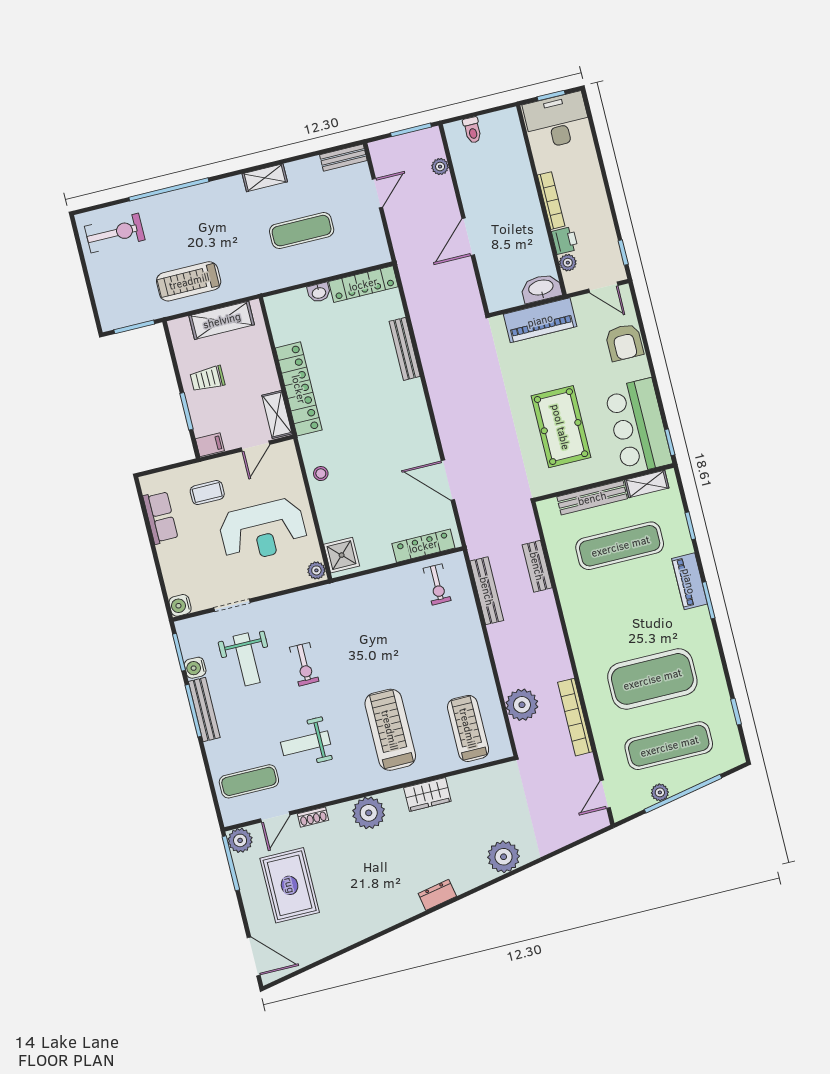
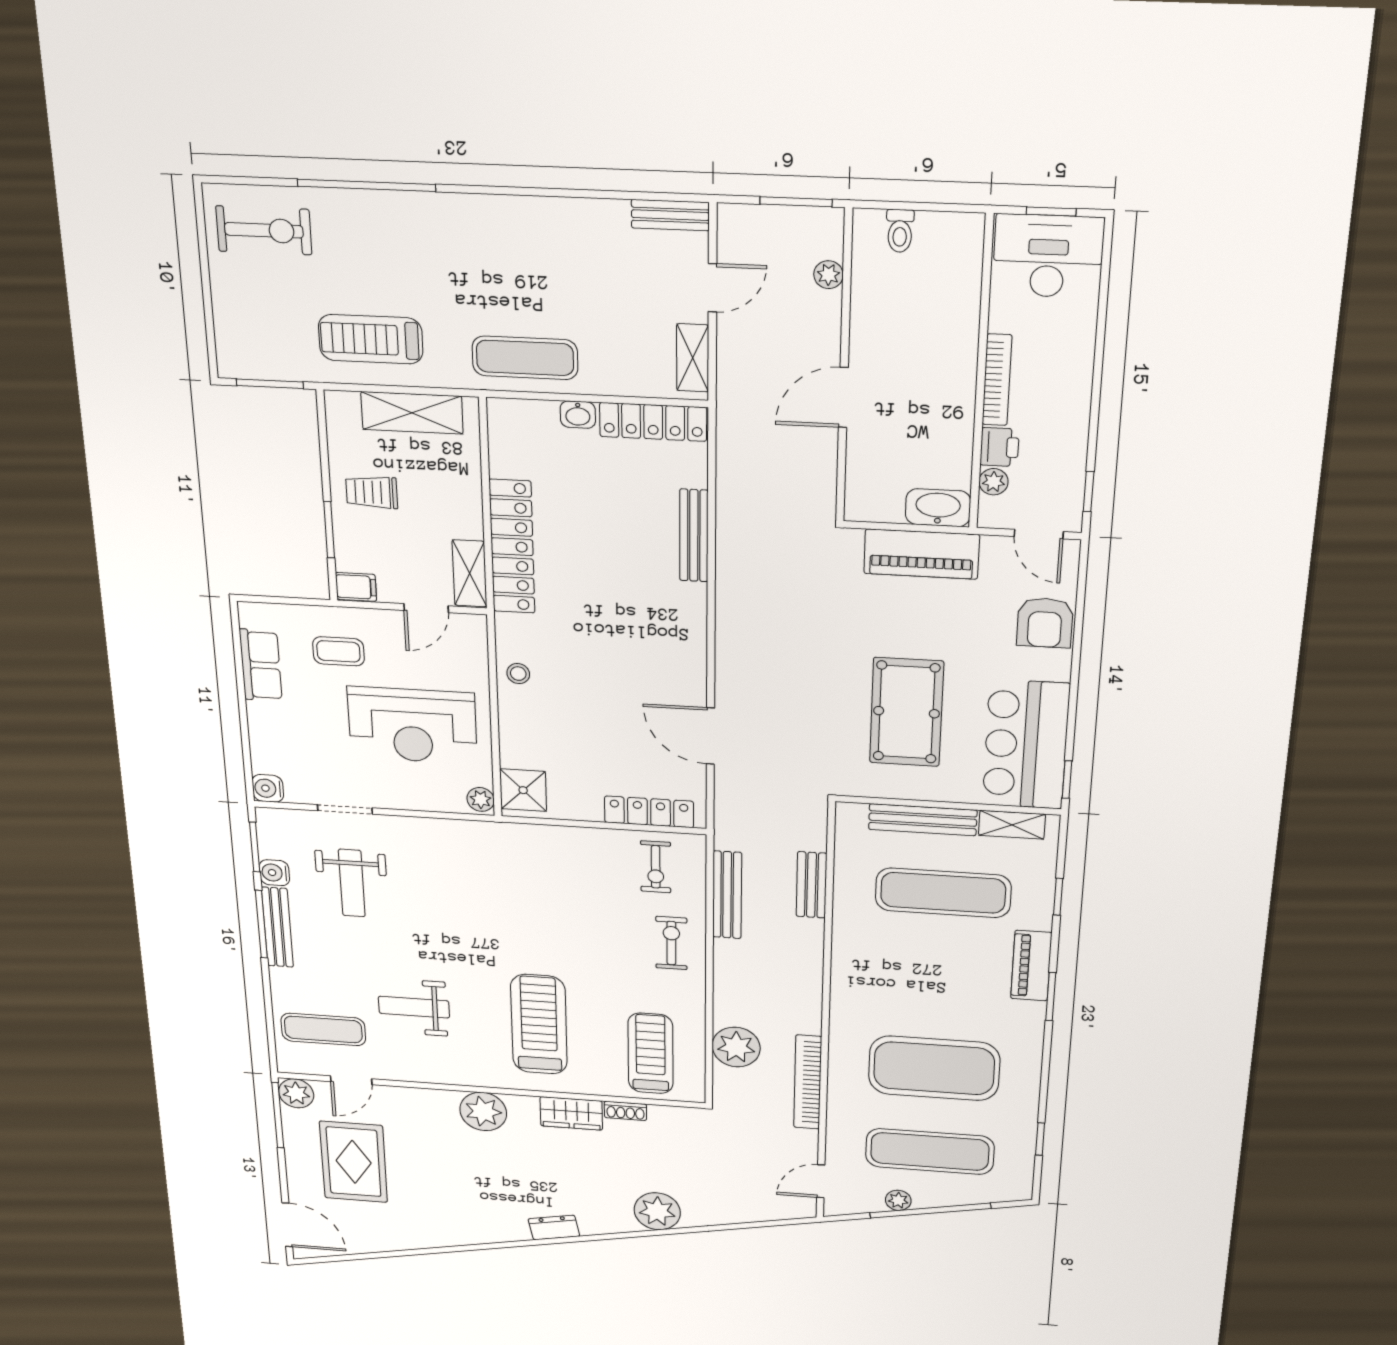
shelving: (265, 178) -> (693, 358), moved, turned 90
exercise mat: (302, 231) -> (525, 358), moved
exercise bike: (304, 664) -> (671, 943), moved, turned 180
shoe rack: (313, 817) -> (625, 1111), moved

